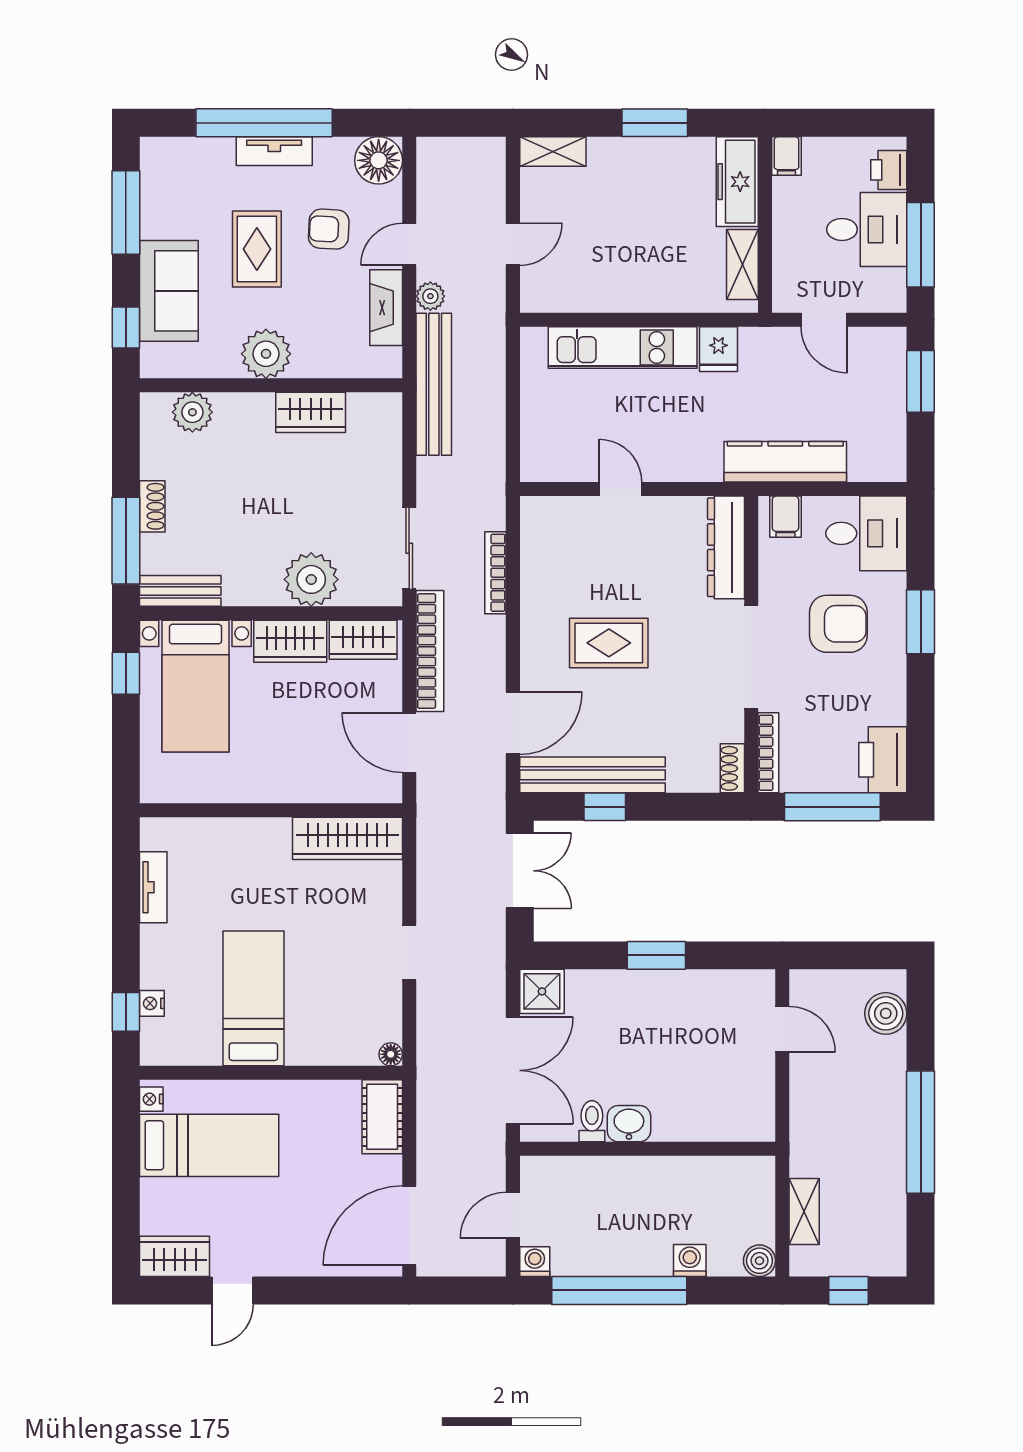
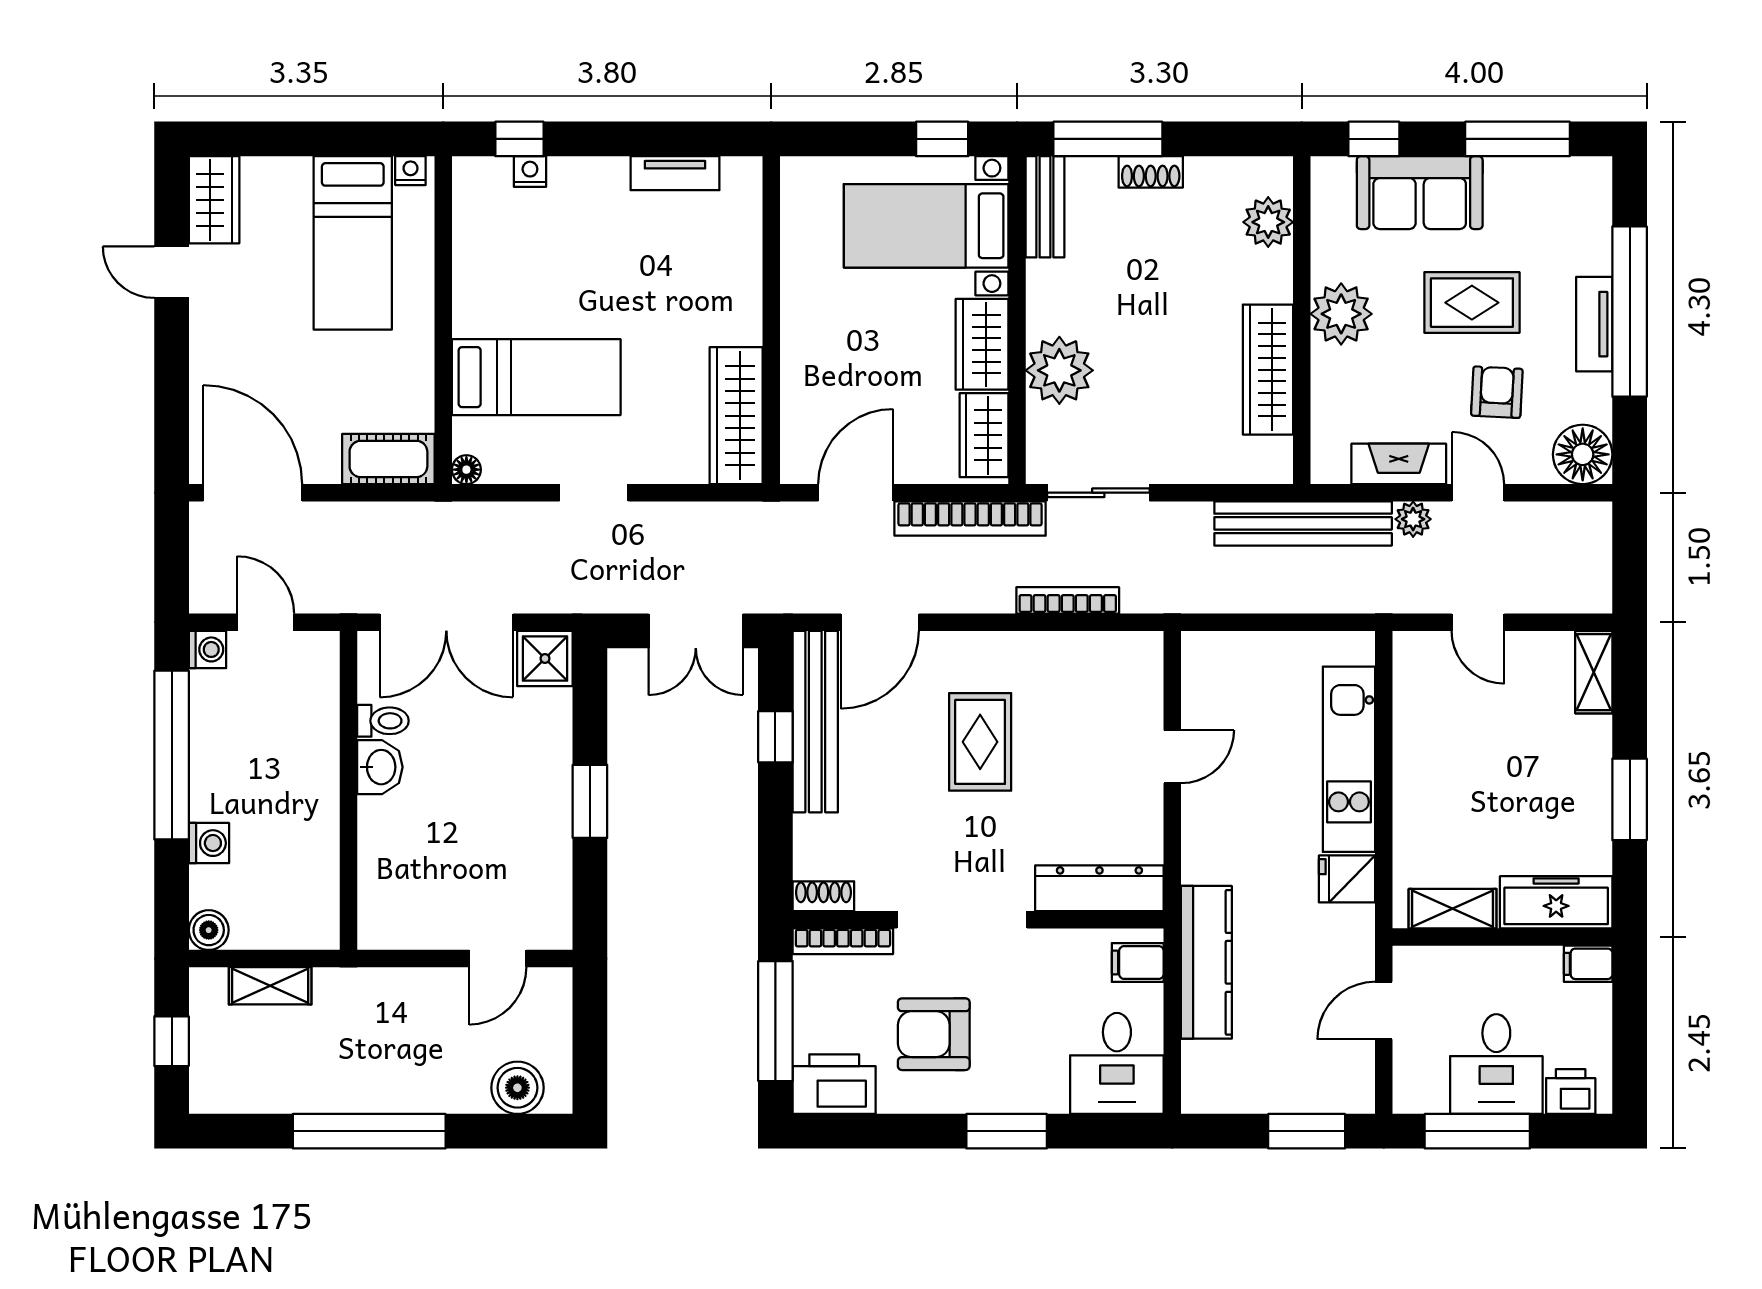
wardrobe: (311, 412) -> (1268, 370), width x1.50
armchair: (838, 624) -> (934, 1034), moved, turned 90
door: (513, 723) -> (880, 622), hinge flipped
bed: (253, 998) -> (536, 377), moved

